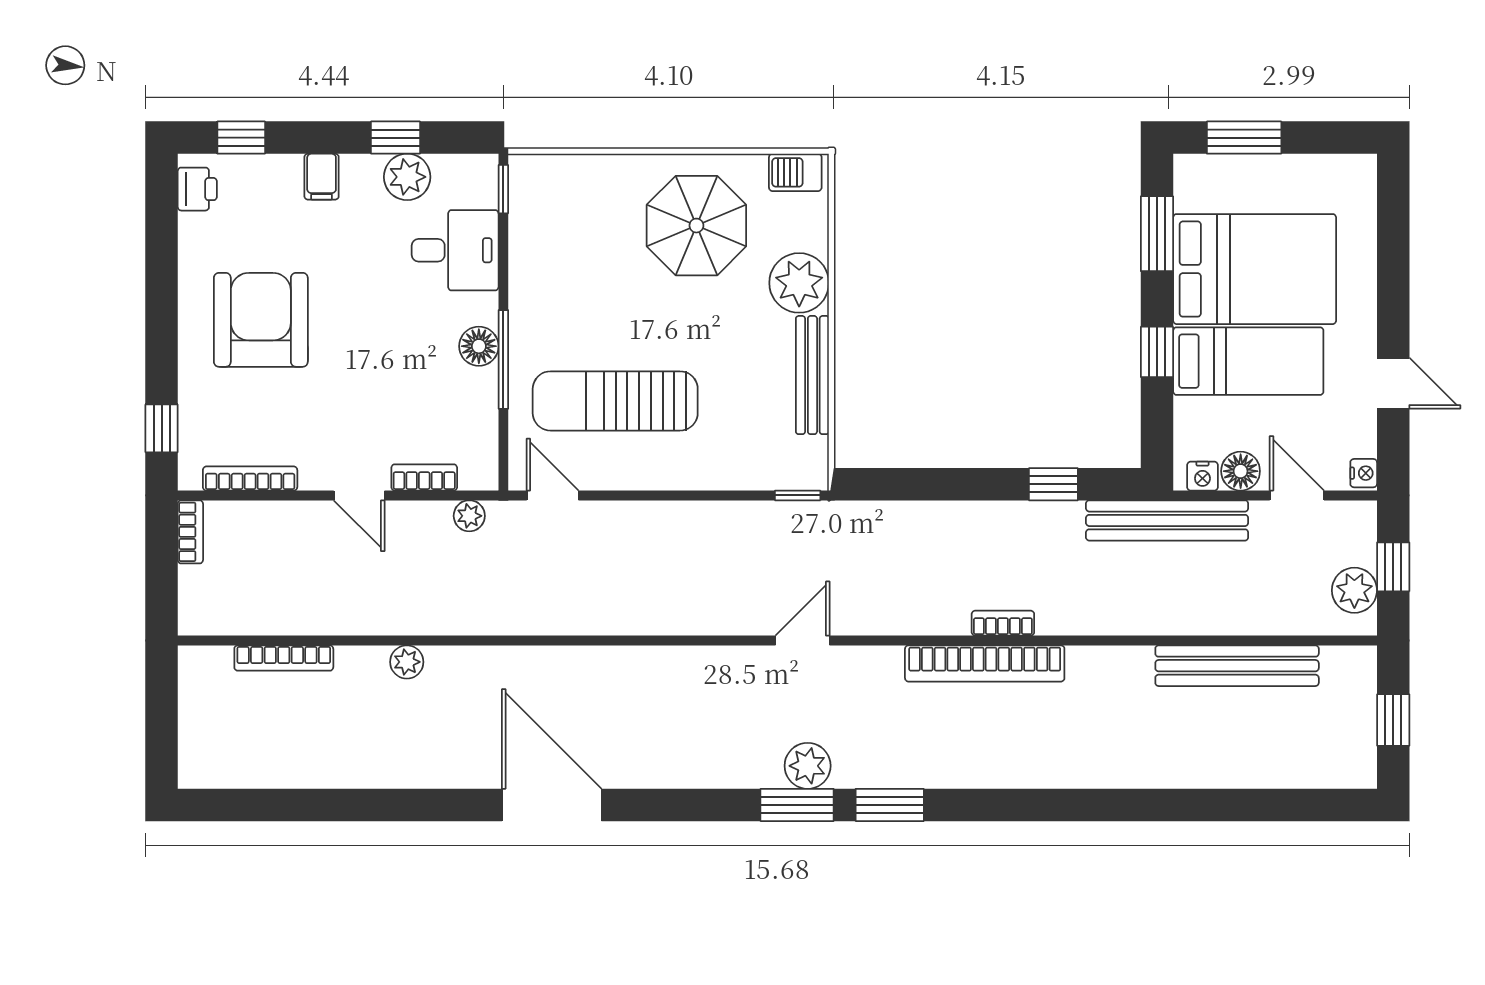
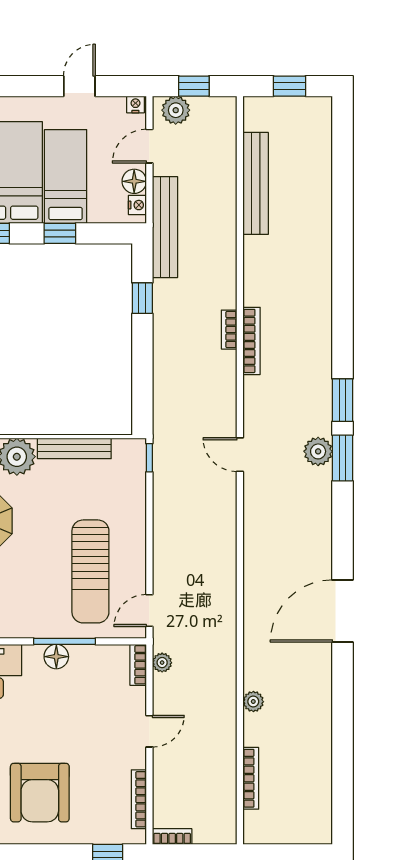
armchair: (261, 320) -> (40, 793), turned -90
bookcase: (424, 477) -> (138, 665), moved
plant: (1354, 590) -> (176, 110), moved
bookcase: (985, 663) -> (252, 341), width x0.68, depth x0.76

